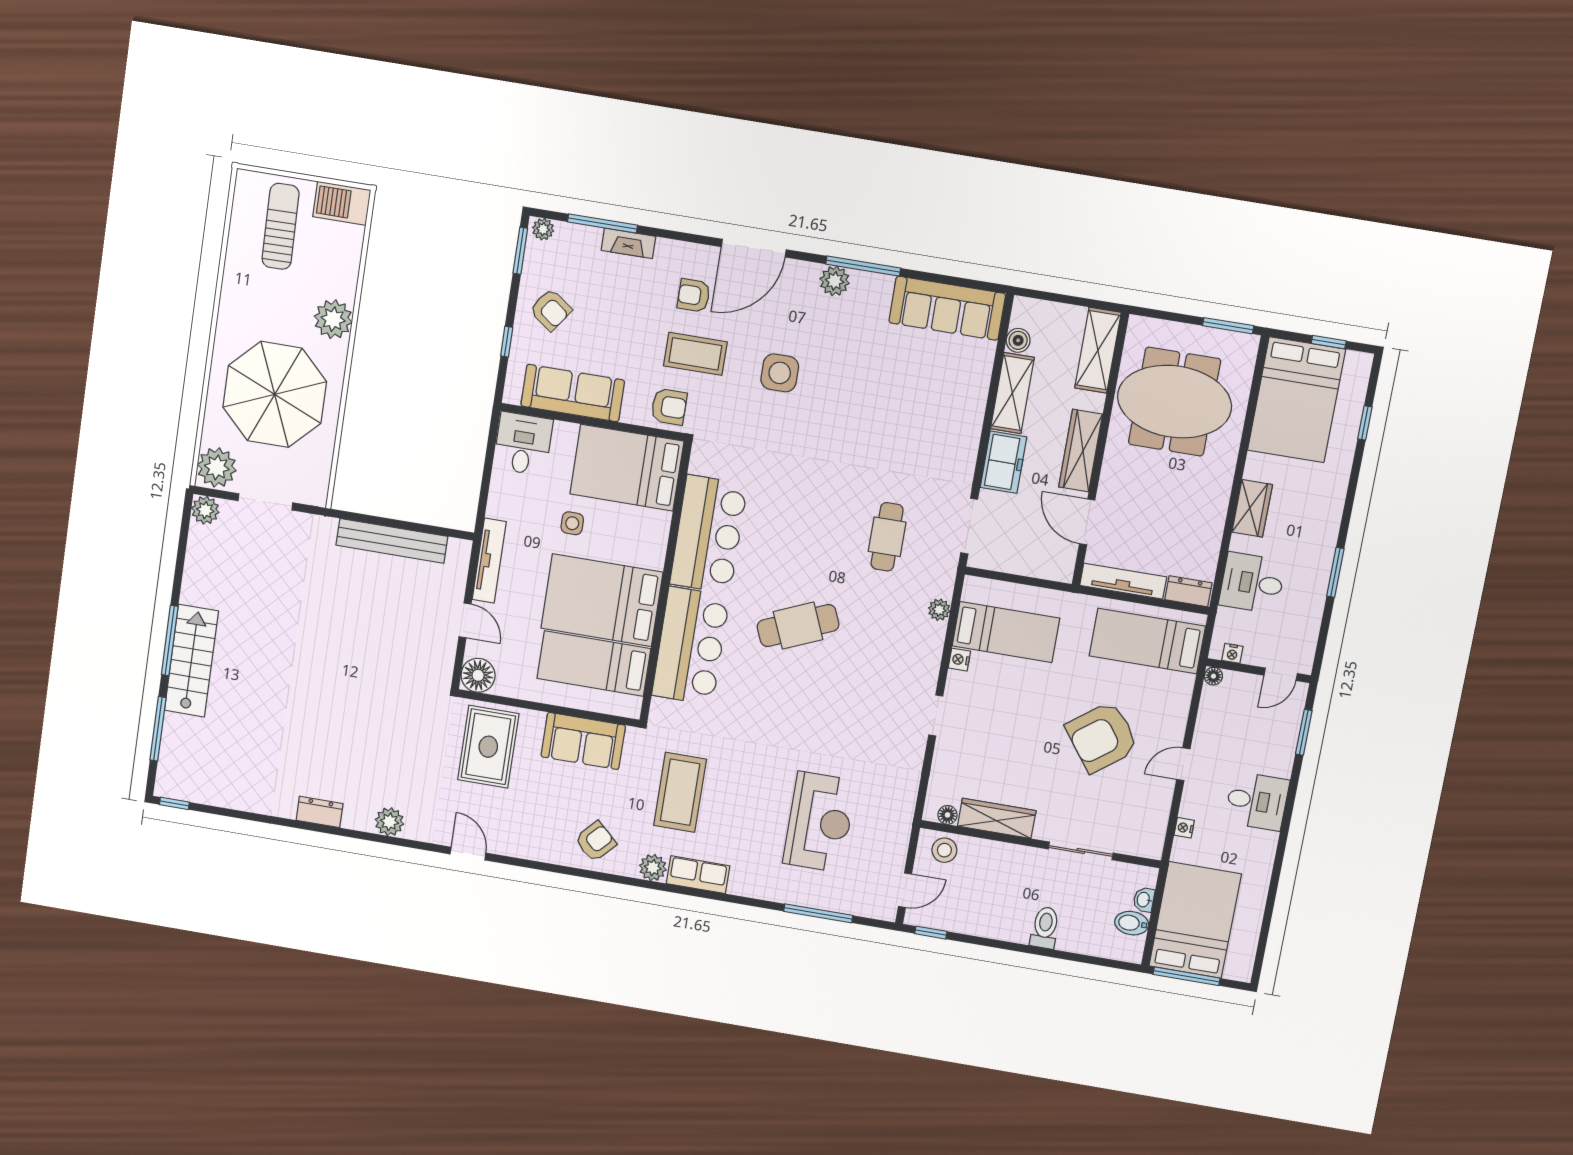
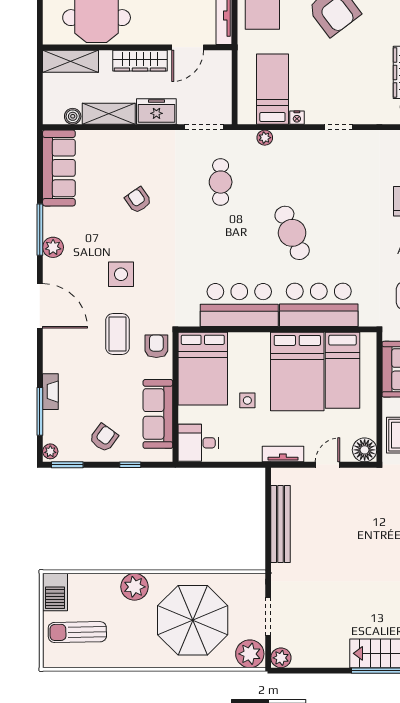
armchair: (694, 295) -> (138, 200), moved, turned 145
cafe table: (887, 537) -> (221, 182), turned 90
tv unit: (489, 561) -> (283, 454), width x0.71

